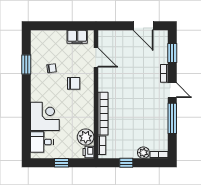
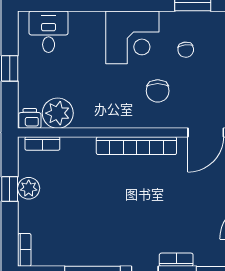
bookcase: (103, 114) -> (136, 146), moved
corner desk: (45, 116) -> (132, 37), moved
plant: (143, 153) -> (29, 188), moved

